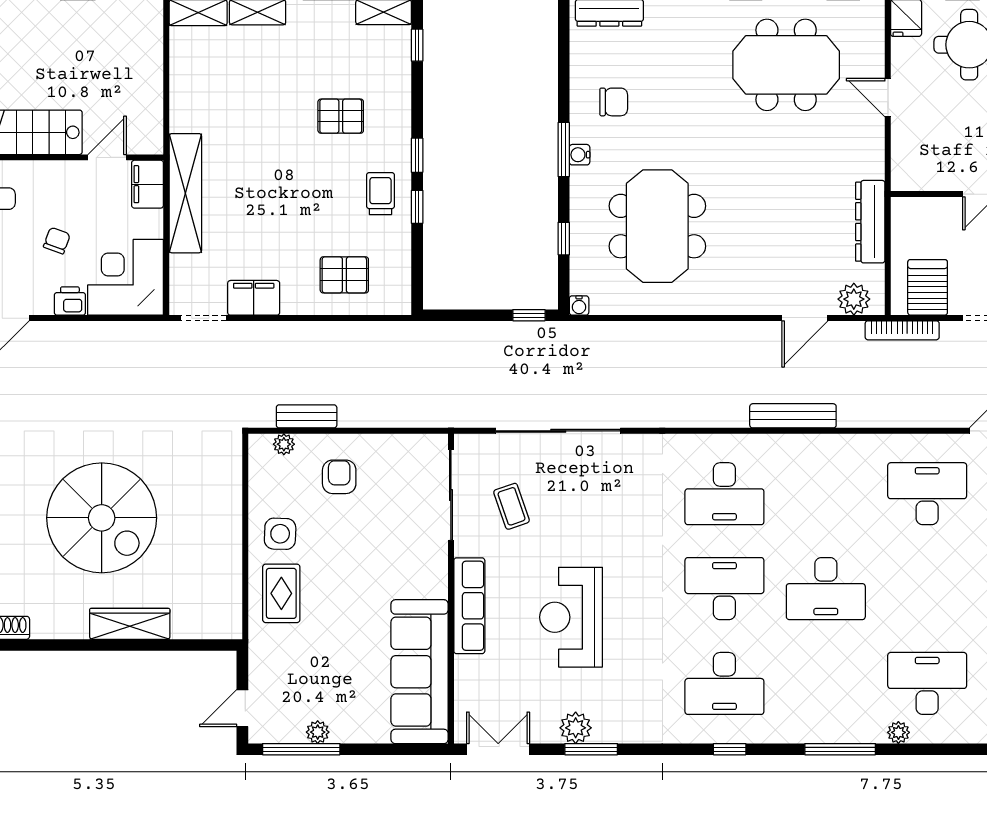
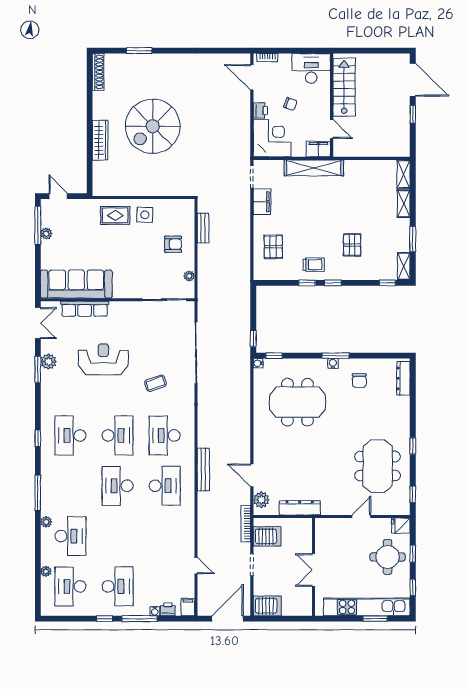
window: (564, 239) -> (274, 356), moved
plant: (284, 444) -> (189, 276), moved
desk: (927, 494) -> (165, 486), moved
coffee table: (512, 506) -> (156, 383), moved
row of seats: (469, 606) -> (85, 309), moved

